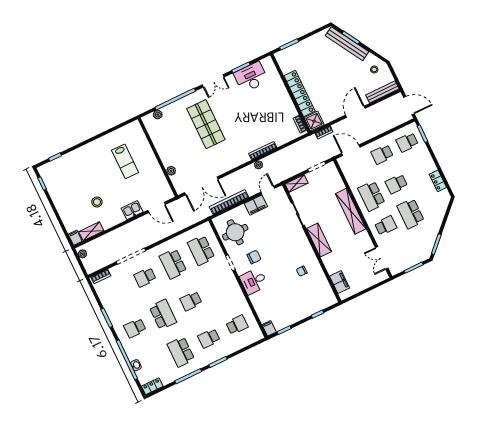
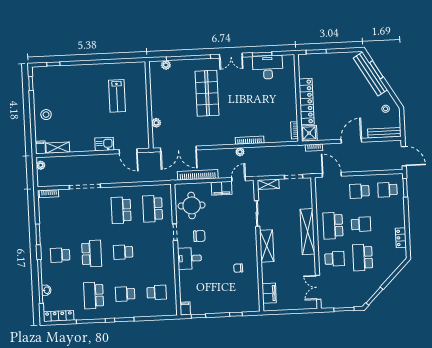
school desk: (396, 184) -> (361, 224), turned 180
stool: (97, 202) -> (46, 115), moved
school desk: (145, 277) -> (90, 212), removed
locker: (152, 386) -> (59, 316), width x1.53

